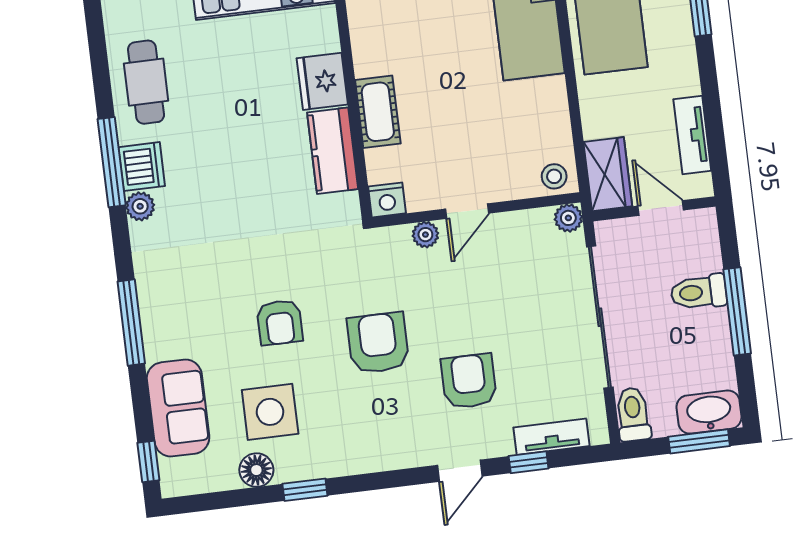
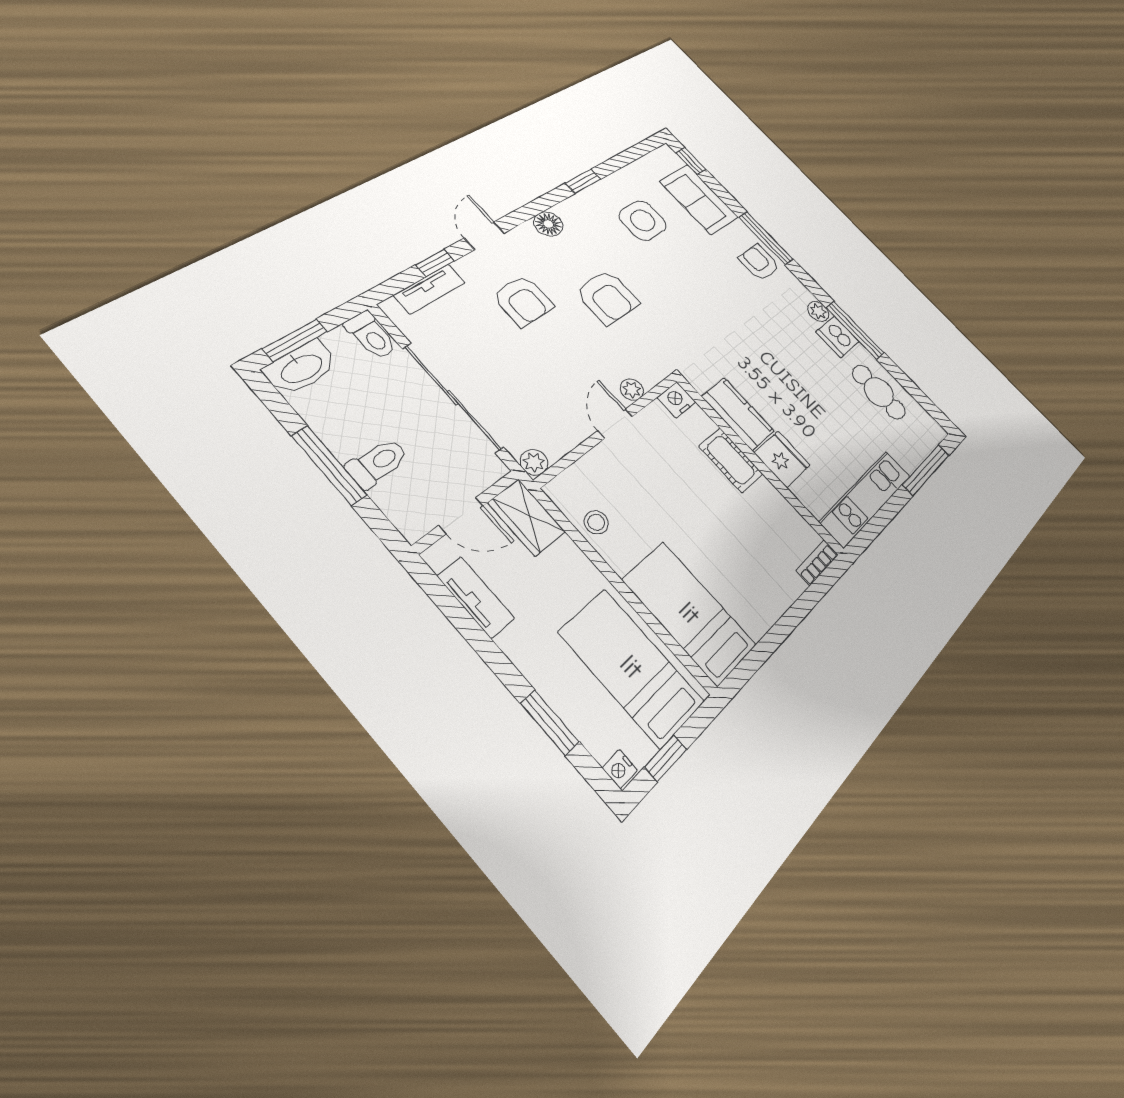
stool: (554, 176) -> (596, 522), moved
armchair: (280, 322) -> (759, 262), moved
floor lamp: (256, 470) -> (548, 224), moved

